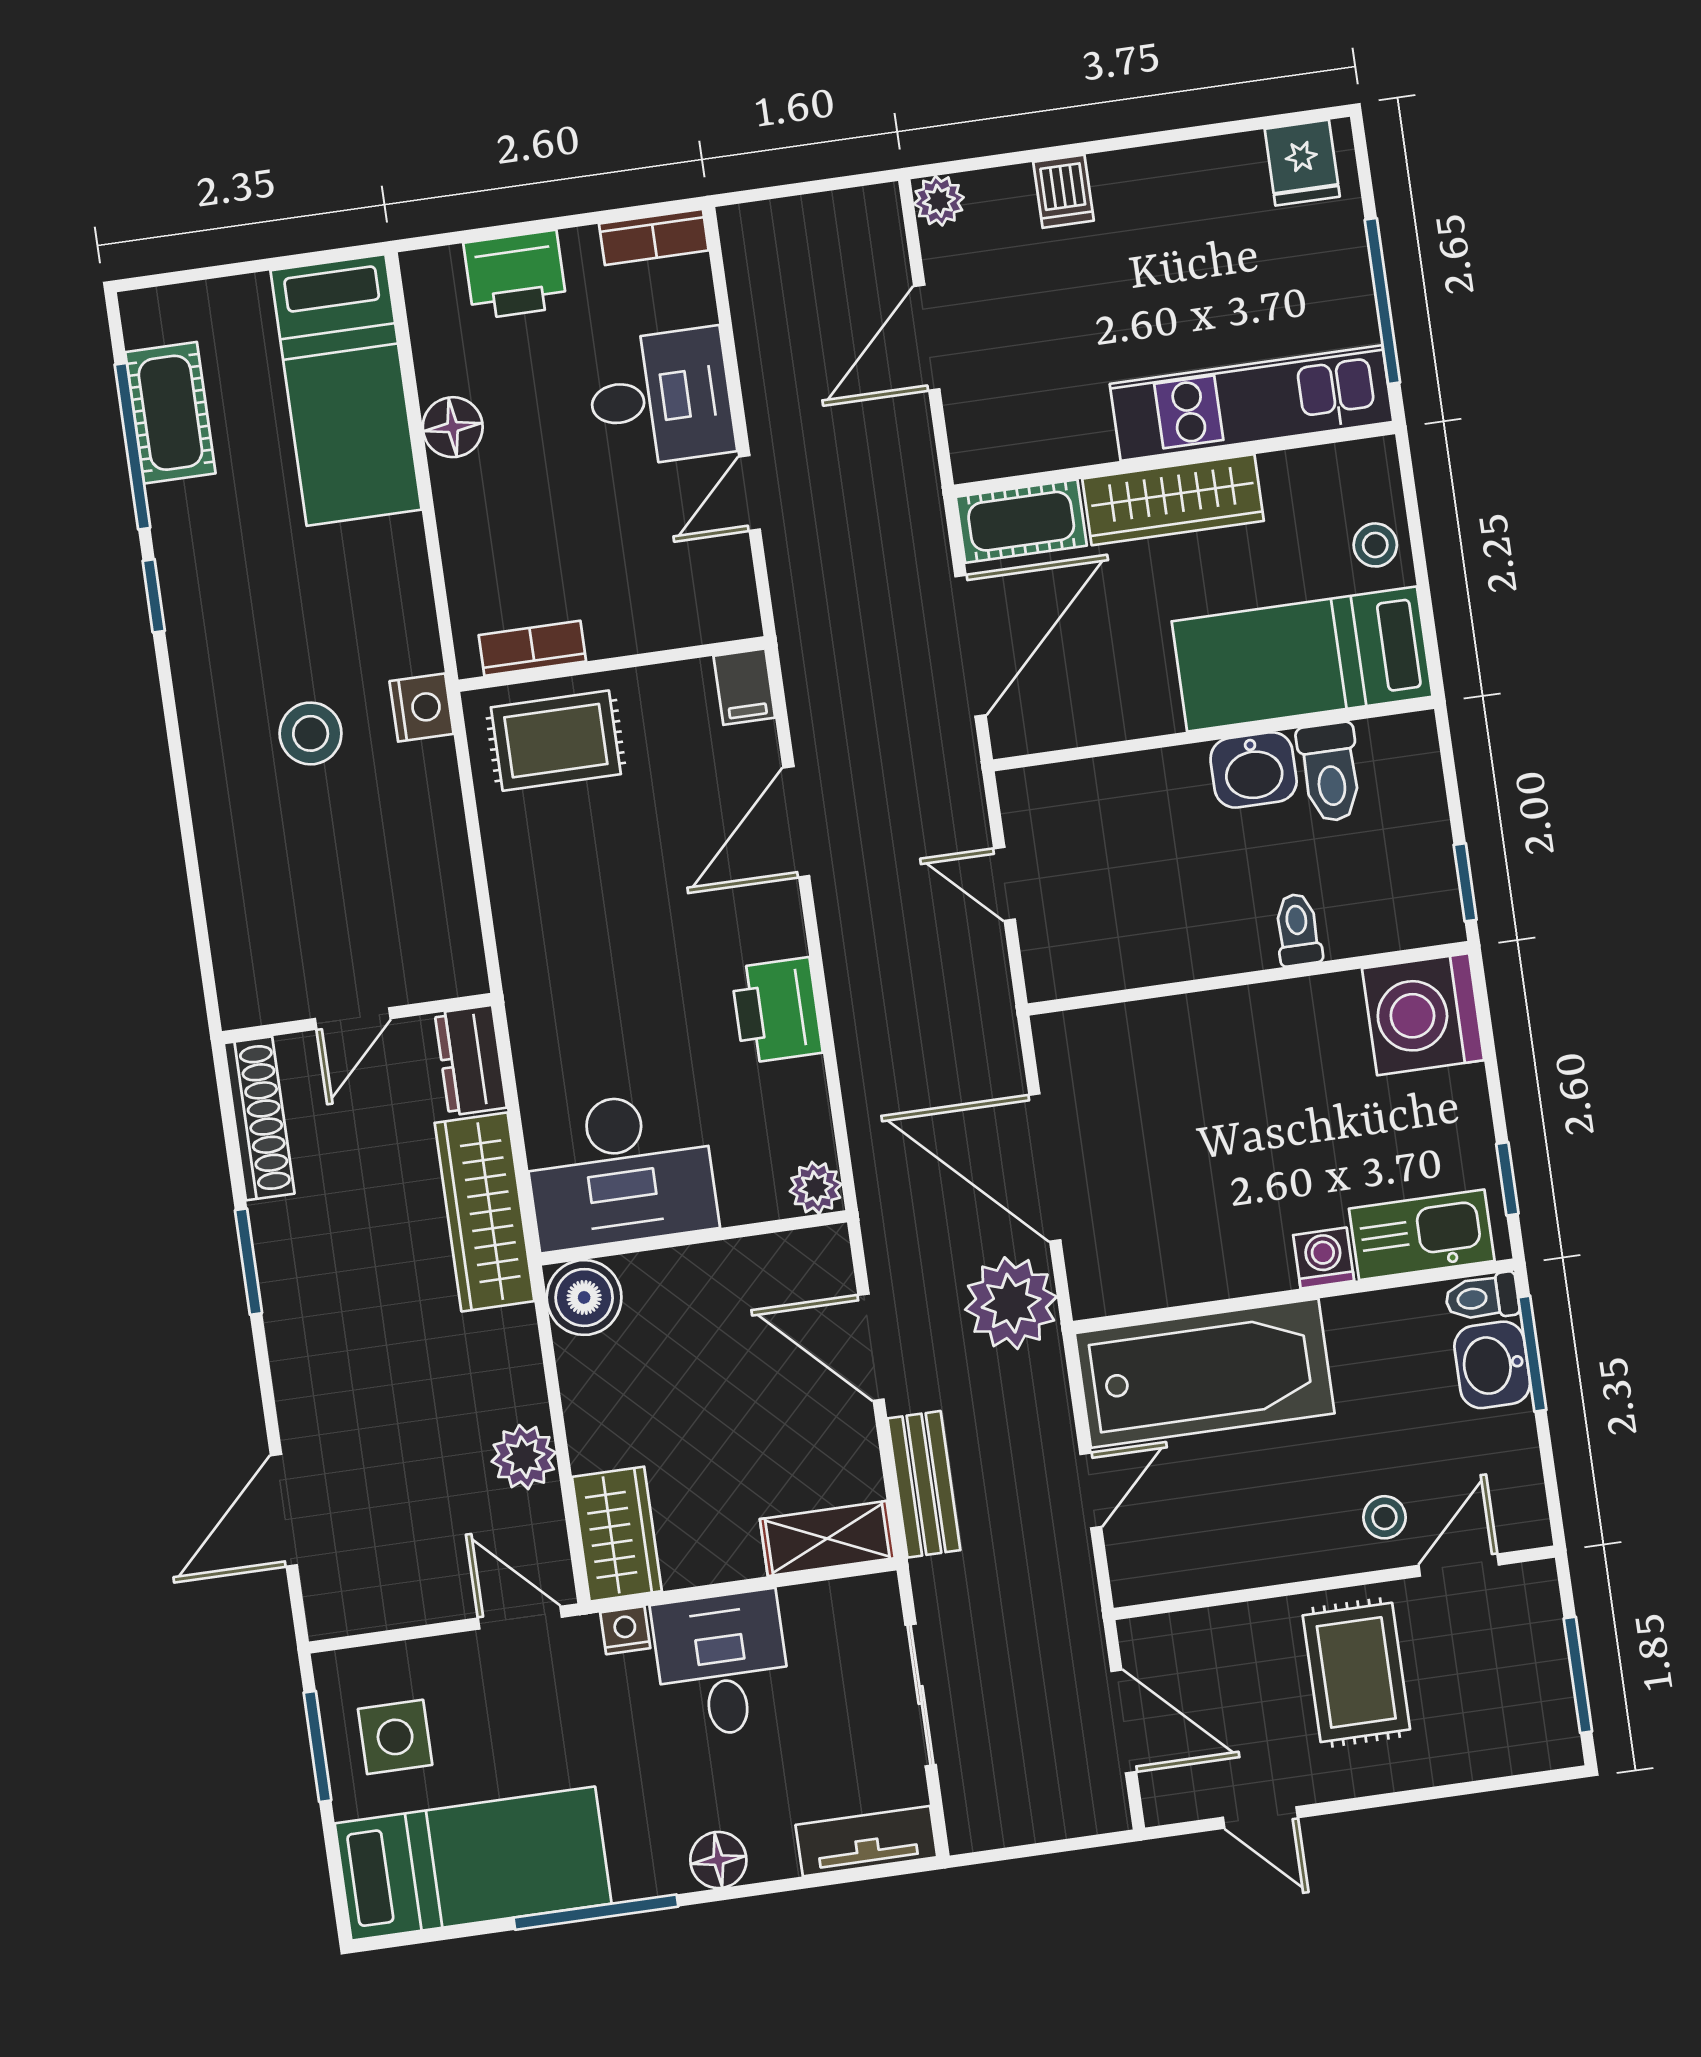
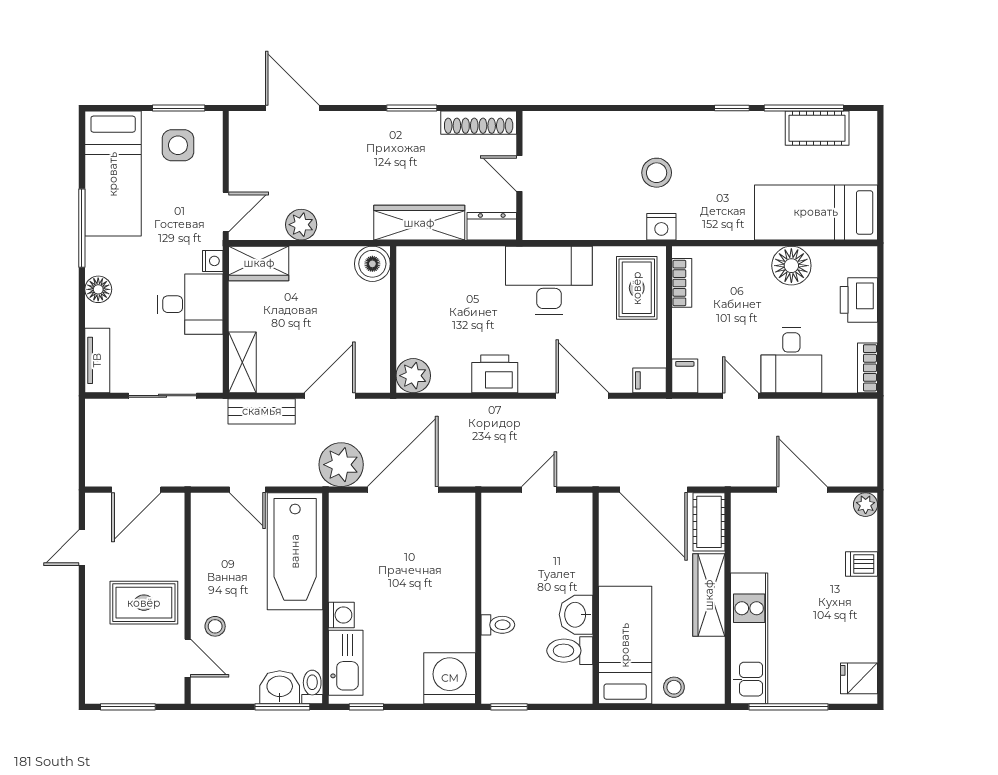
floor lamp: (453, 427) -> (791, 266), width x1.38, depth x1.38
filing cabinet: (724, 615) -> (685, 376), added
desk: (620, 1170) -> (549, 280), moved, turned 90
plant: (816, 1188) -> (413, 376), width x1.38, depth x1.38

